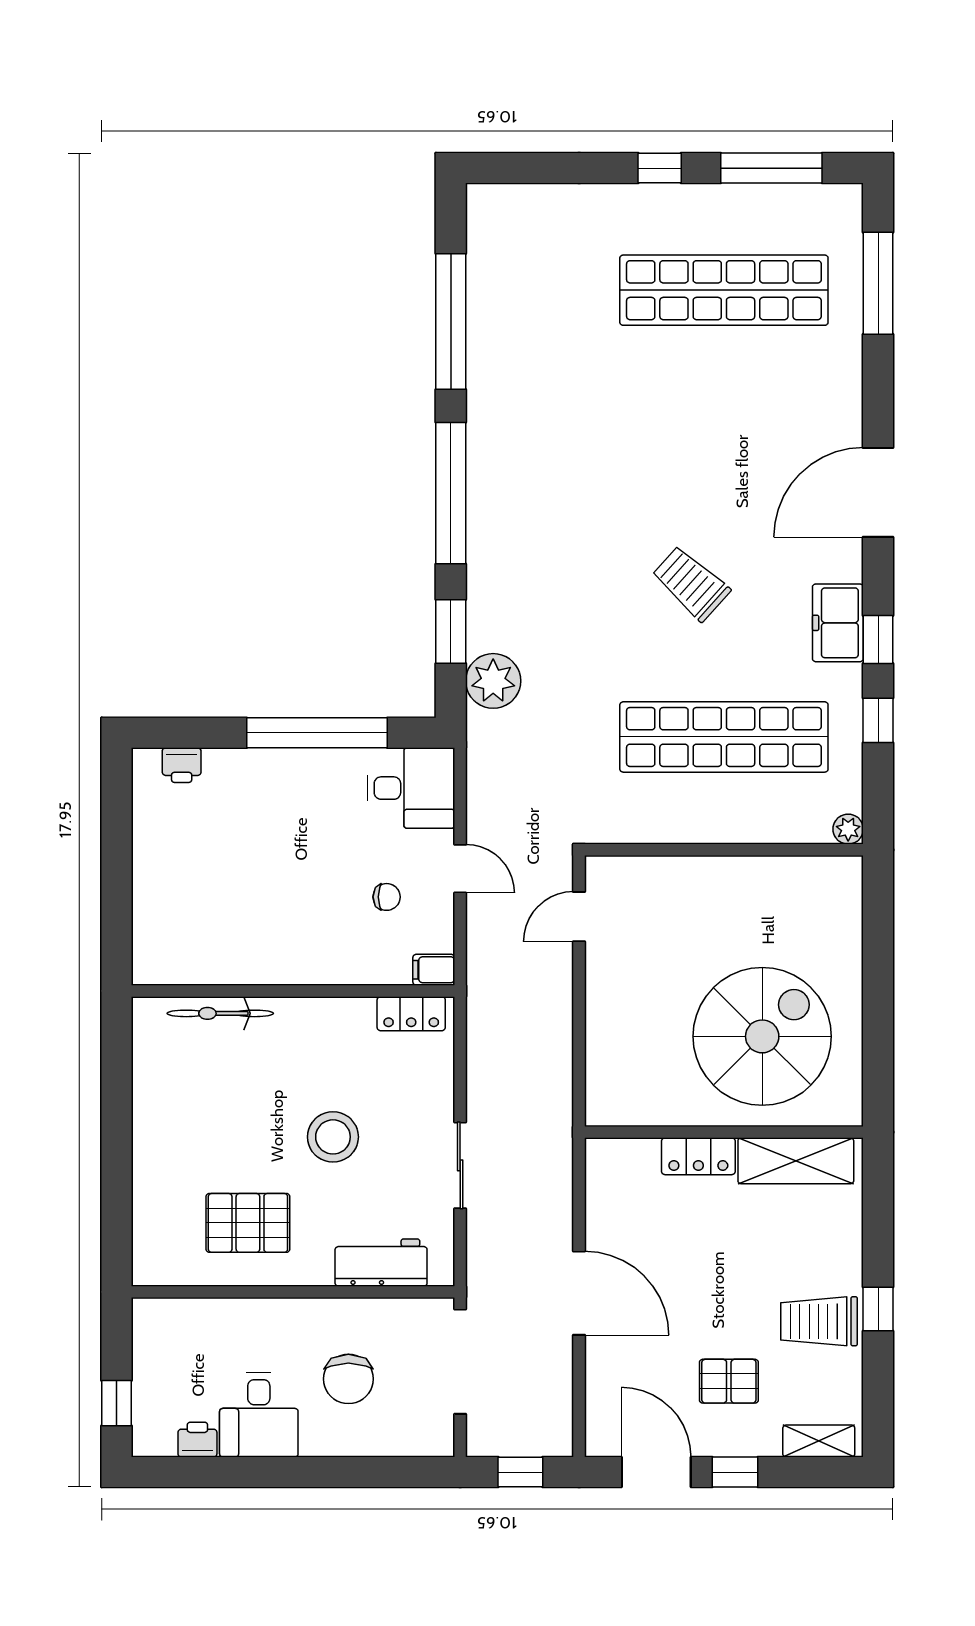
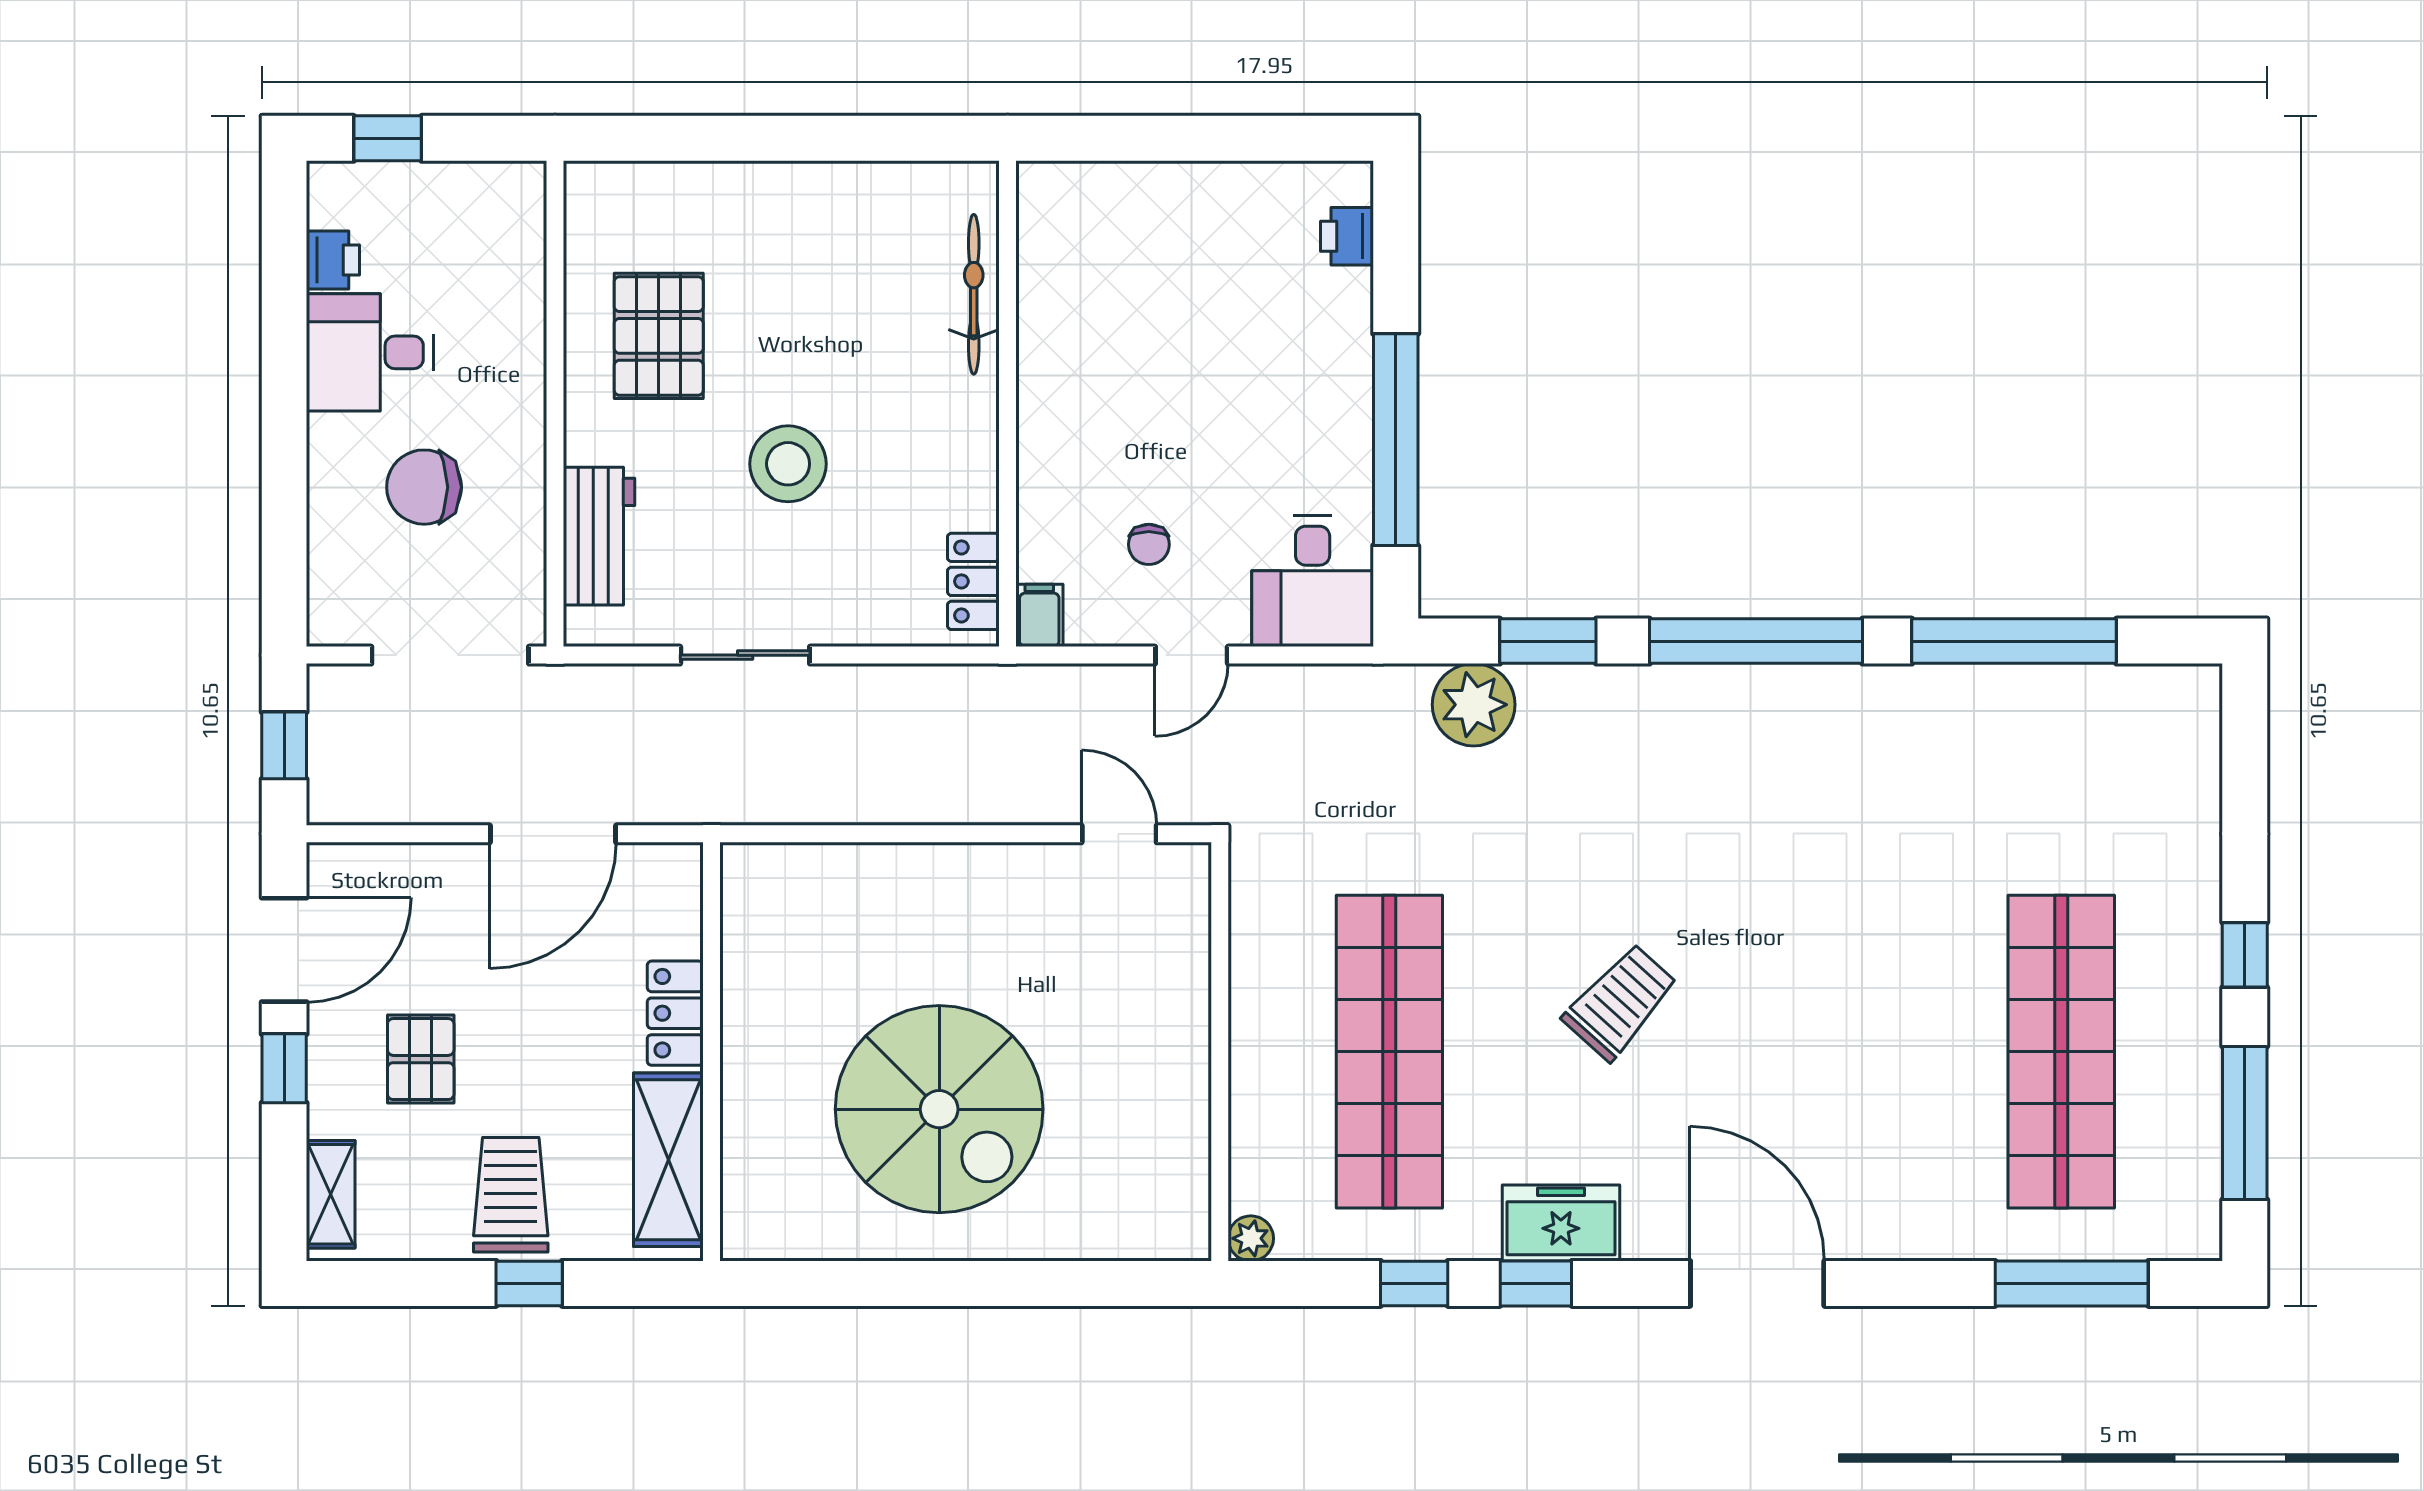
wall: (724, 1132) -> (711, 1052), moved
locker: (698, 1156) -> (675, 1013), moved
shelving: (796, 1161) -> (668, 1160), moved

